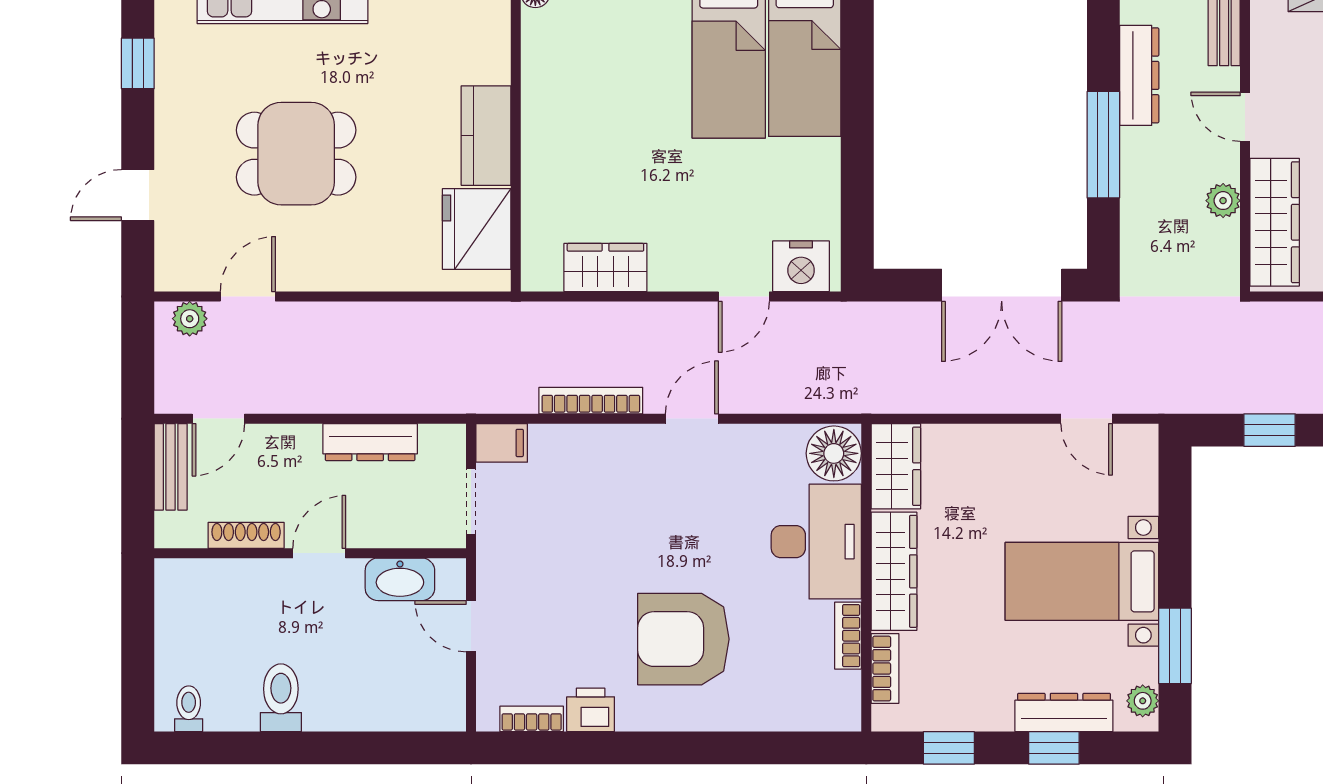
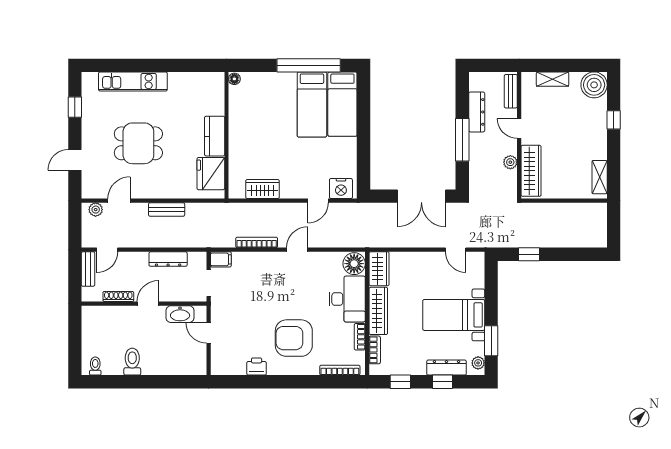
bench: (366, 318) -> (167, 209), added
bookcase: (532, 719) -> (340, 370), moved, width x1.56

